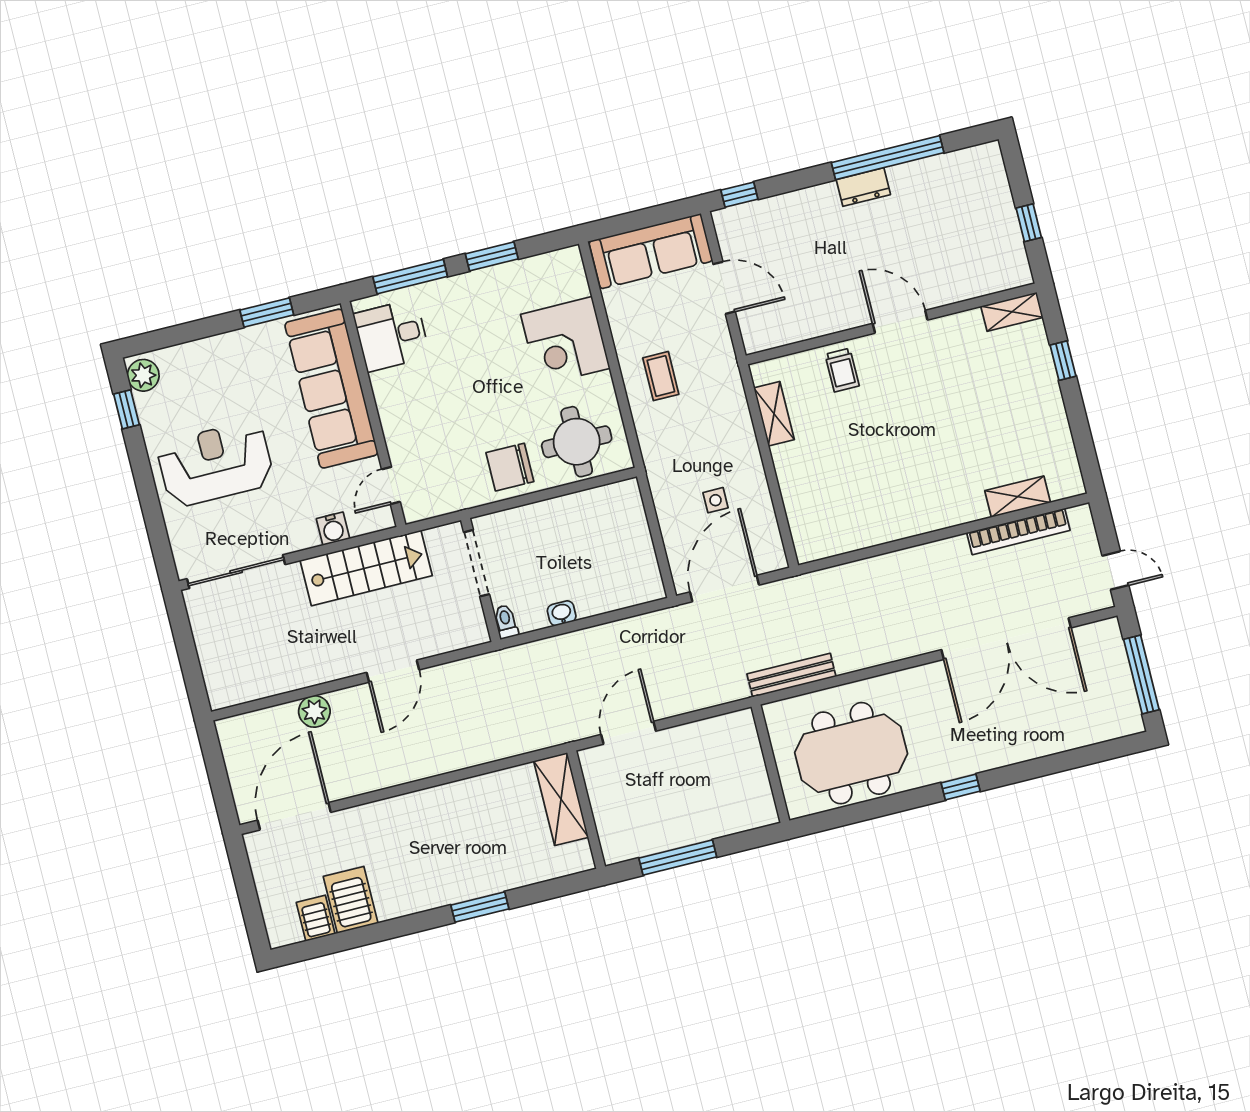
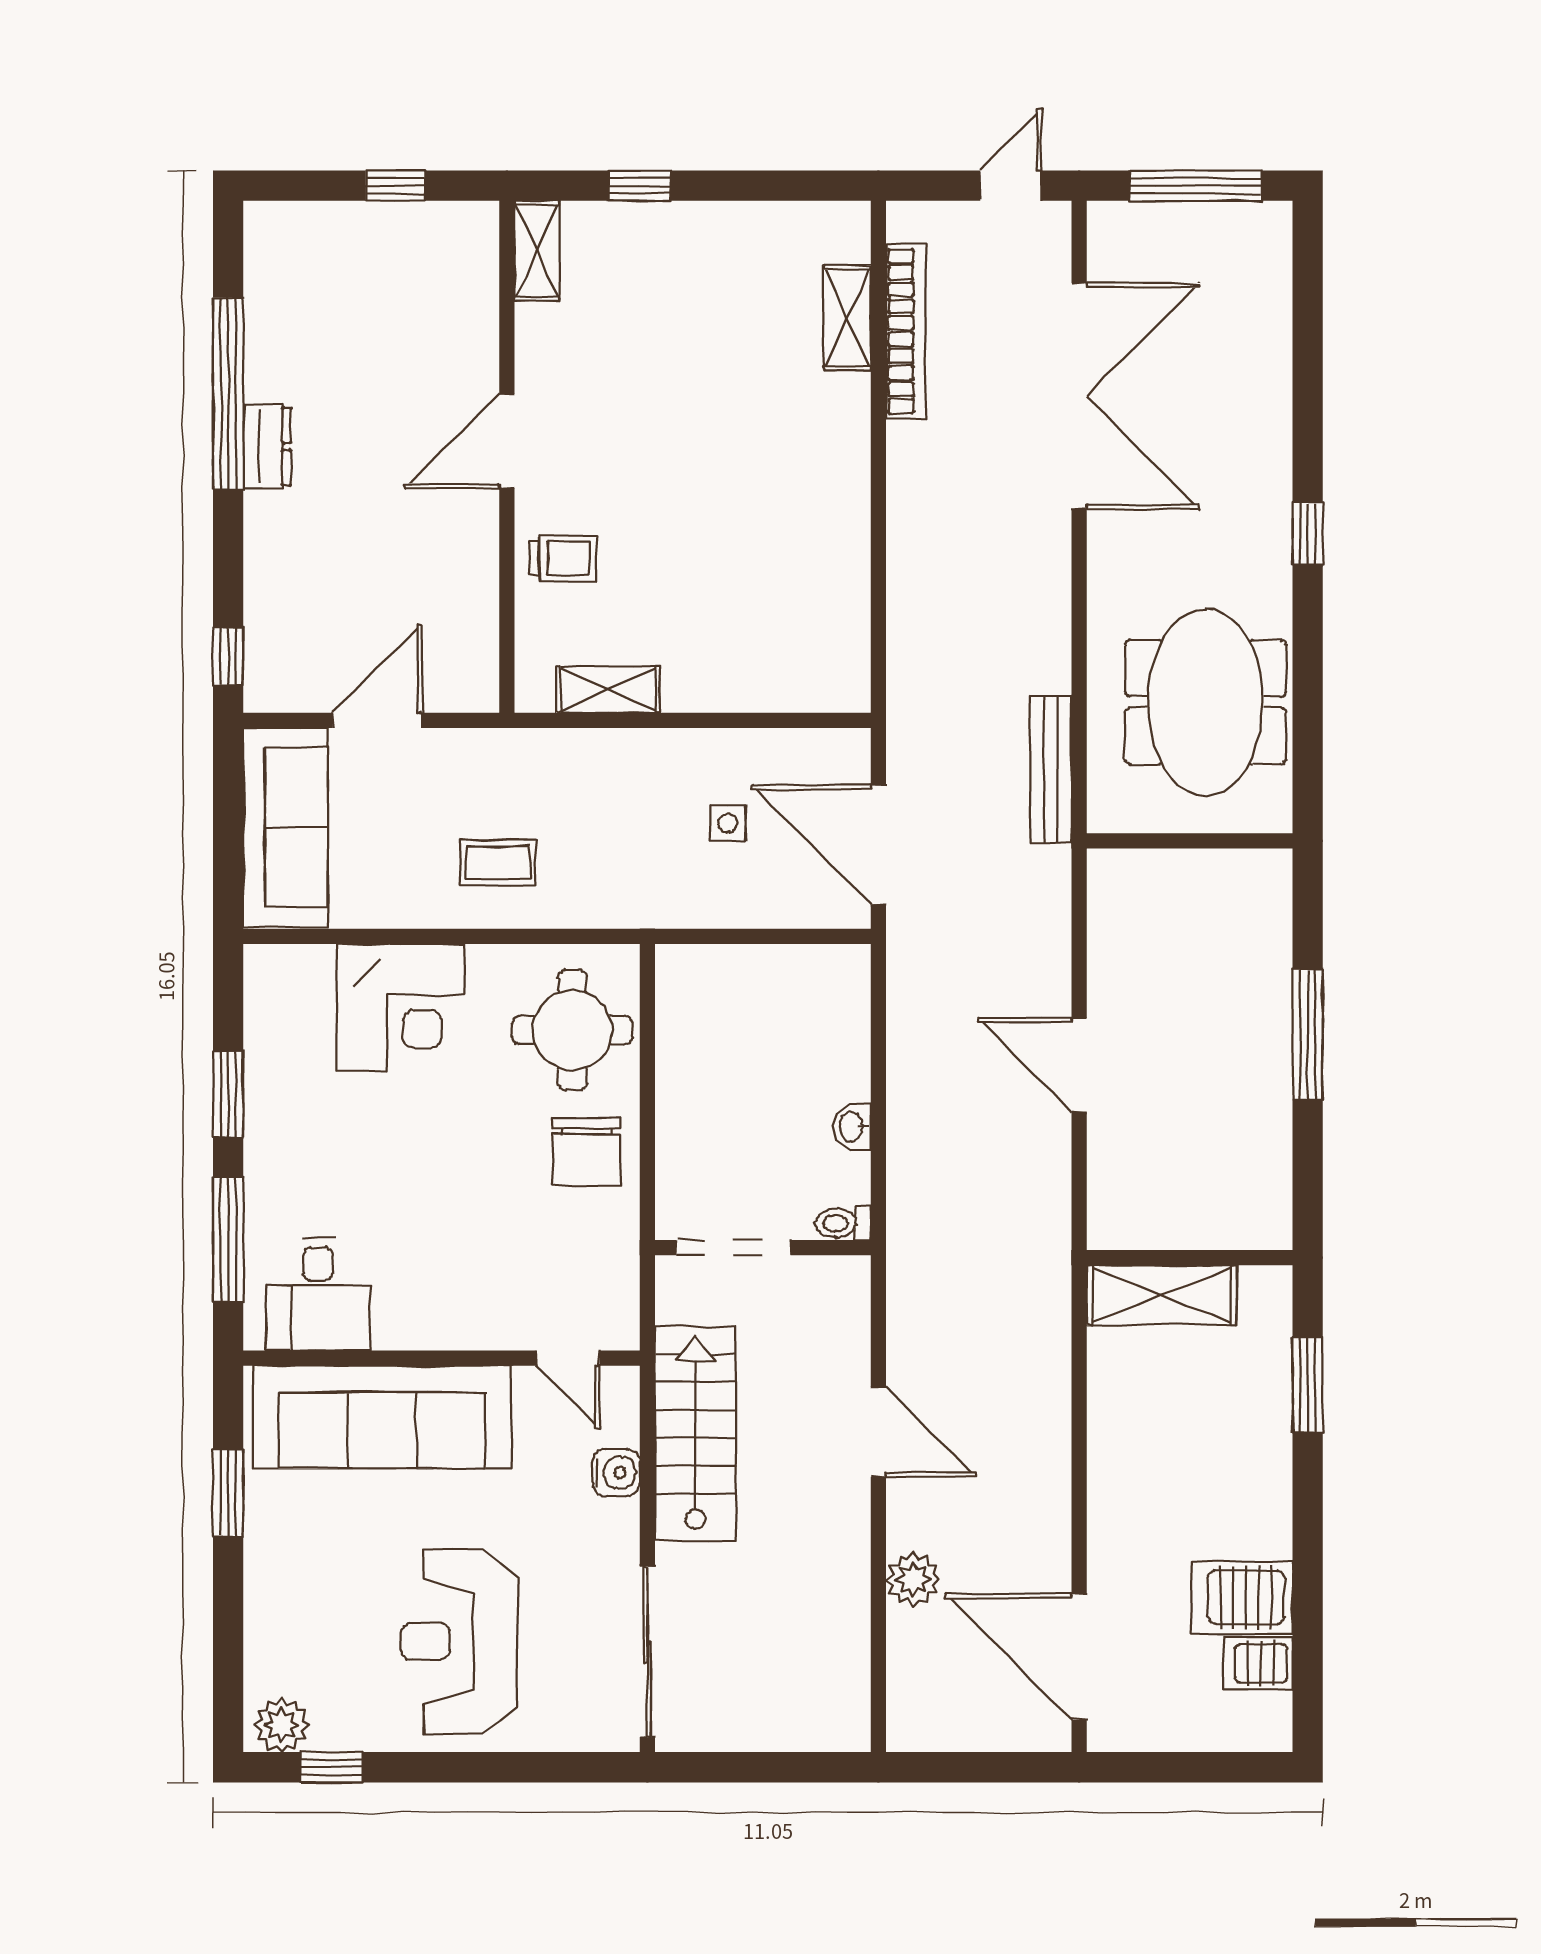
shelving: (561, 799) -> (1162, 1295), moved
wall: (586, 810) -> (1190, 1258), moved

